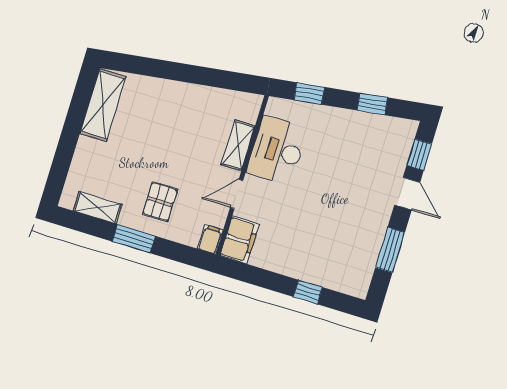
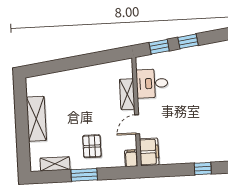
window: (372, 104) -> (188, 41), moved
shelving: (103, 105) -> (36, 119), moved
desk: (277, 150) -> (152, 83), width x0.73

